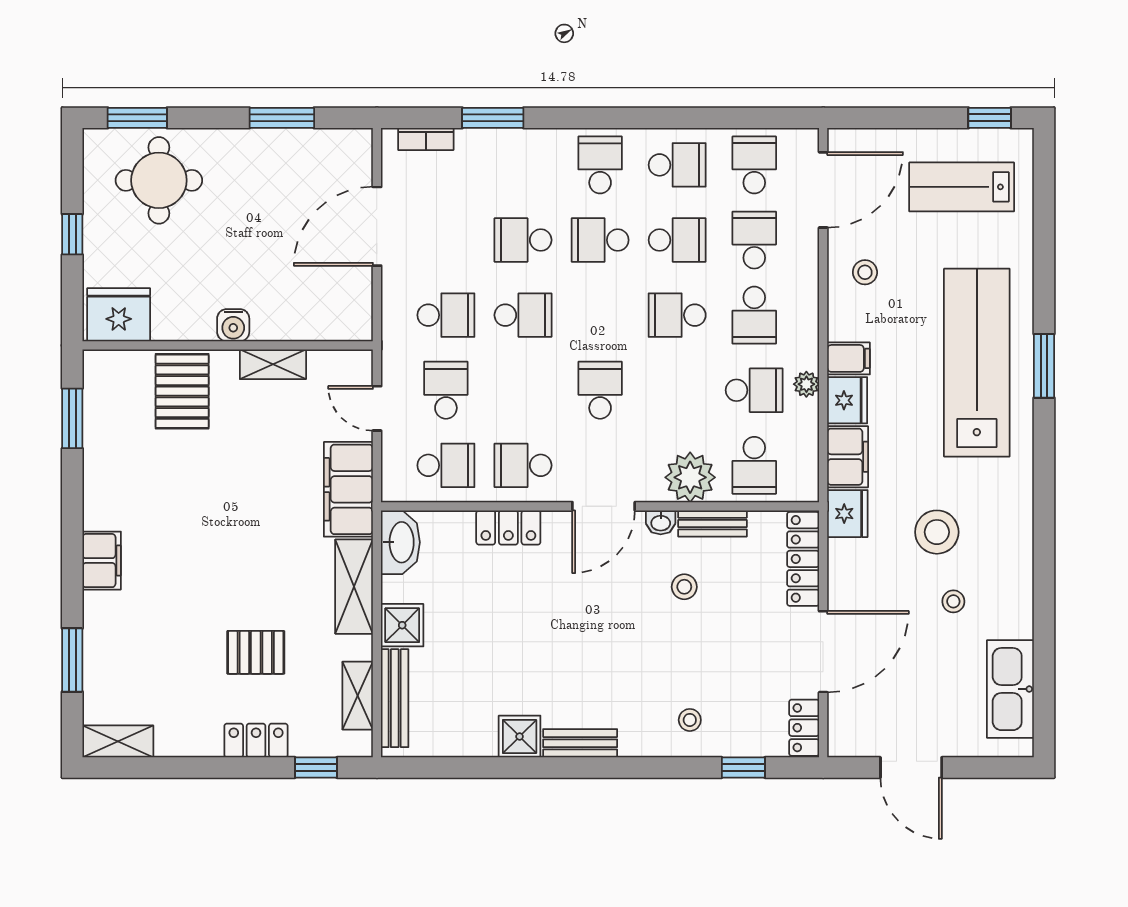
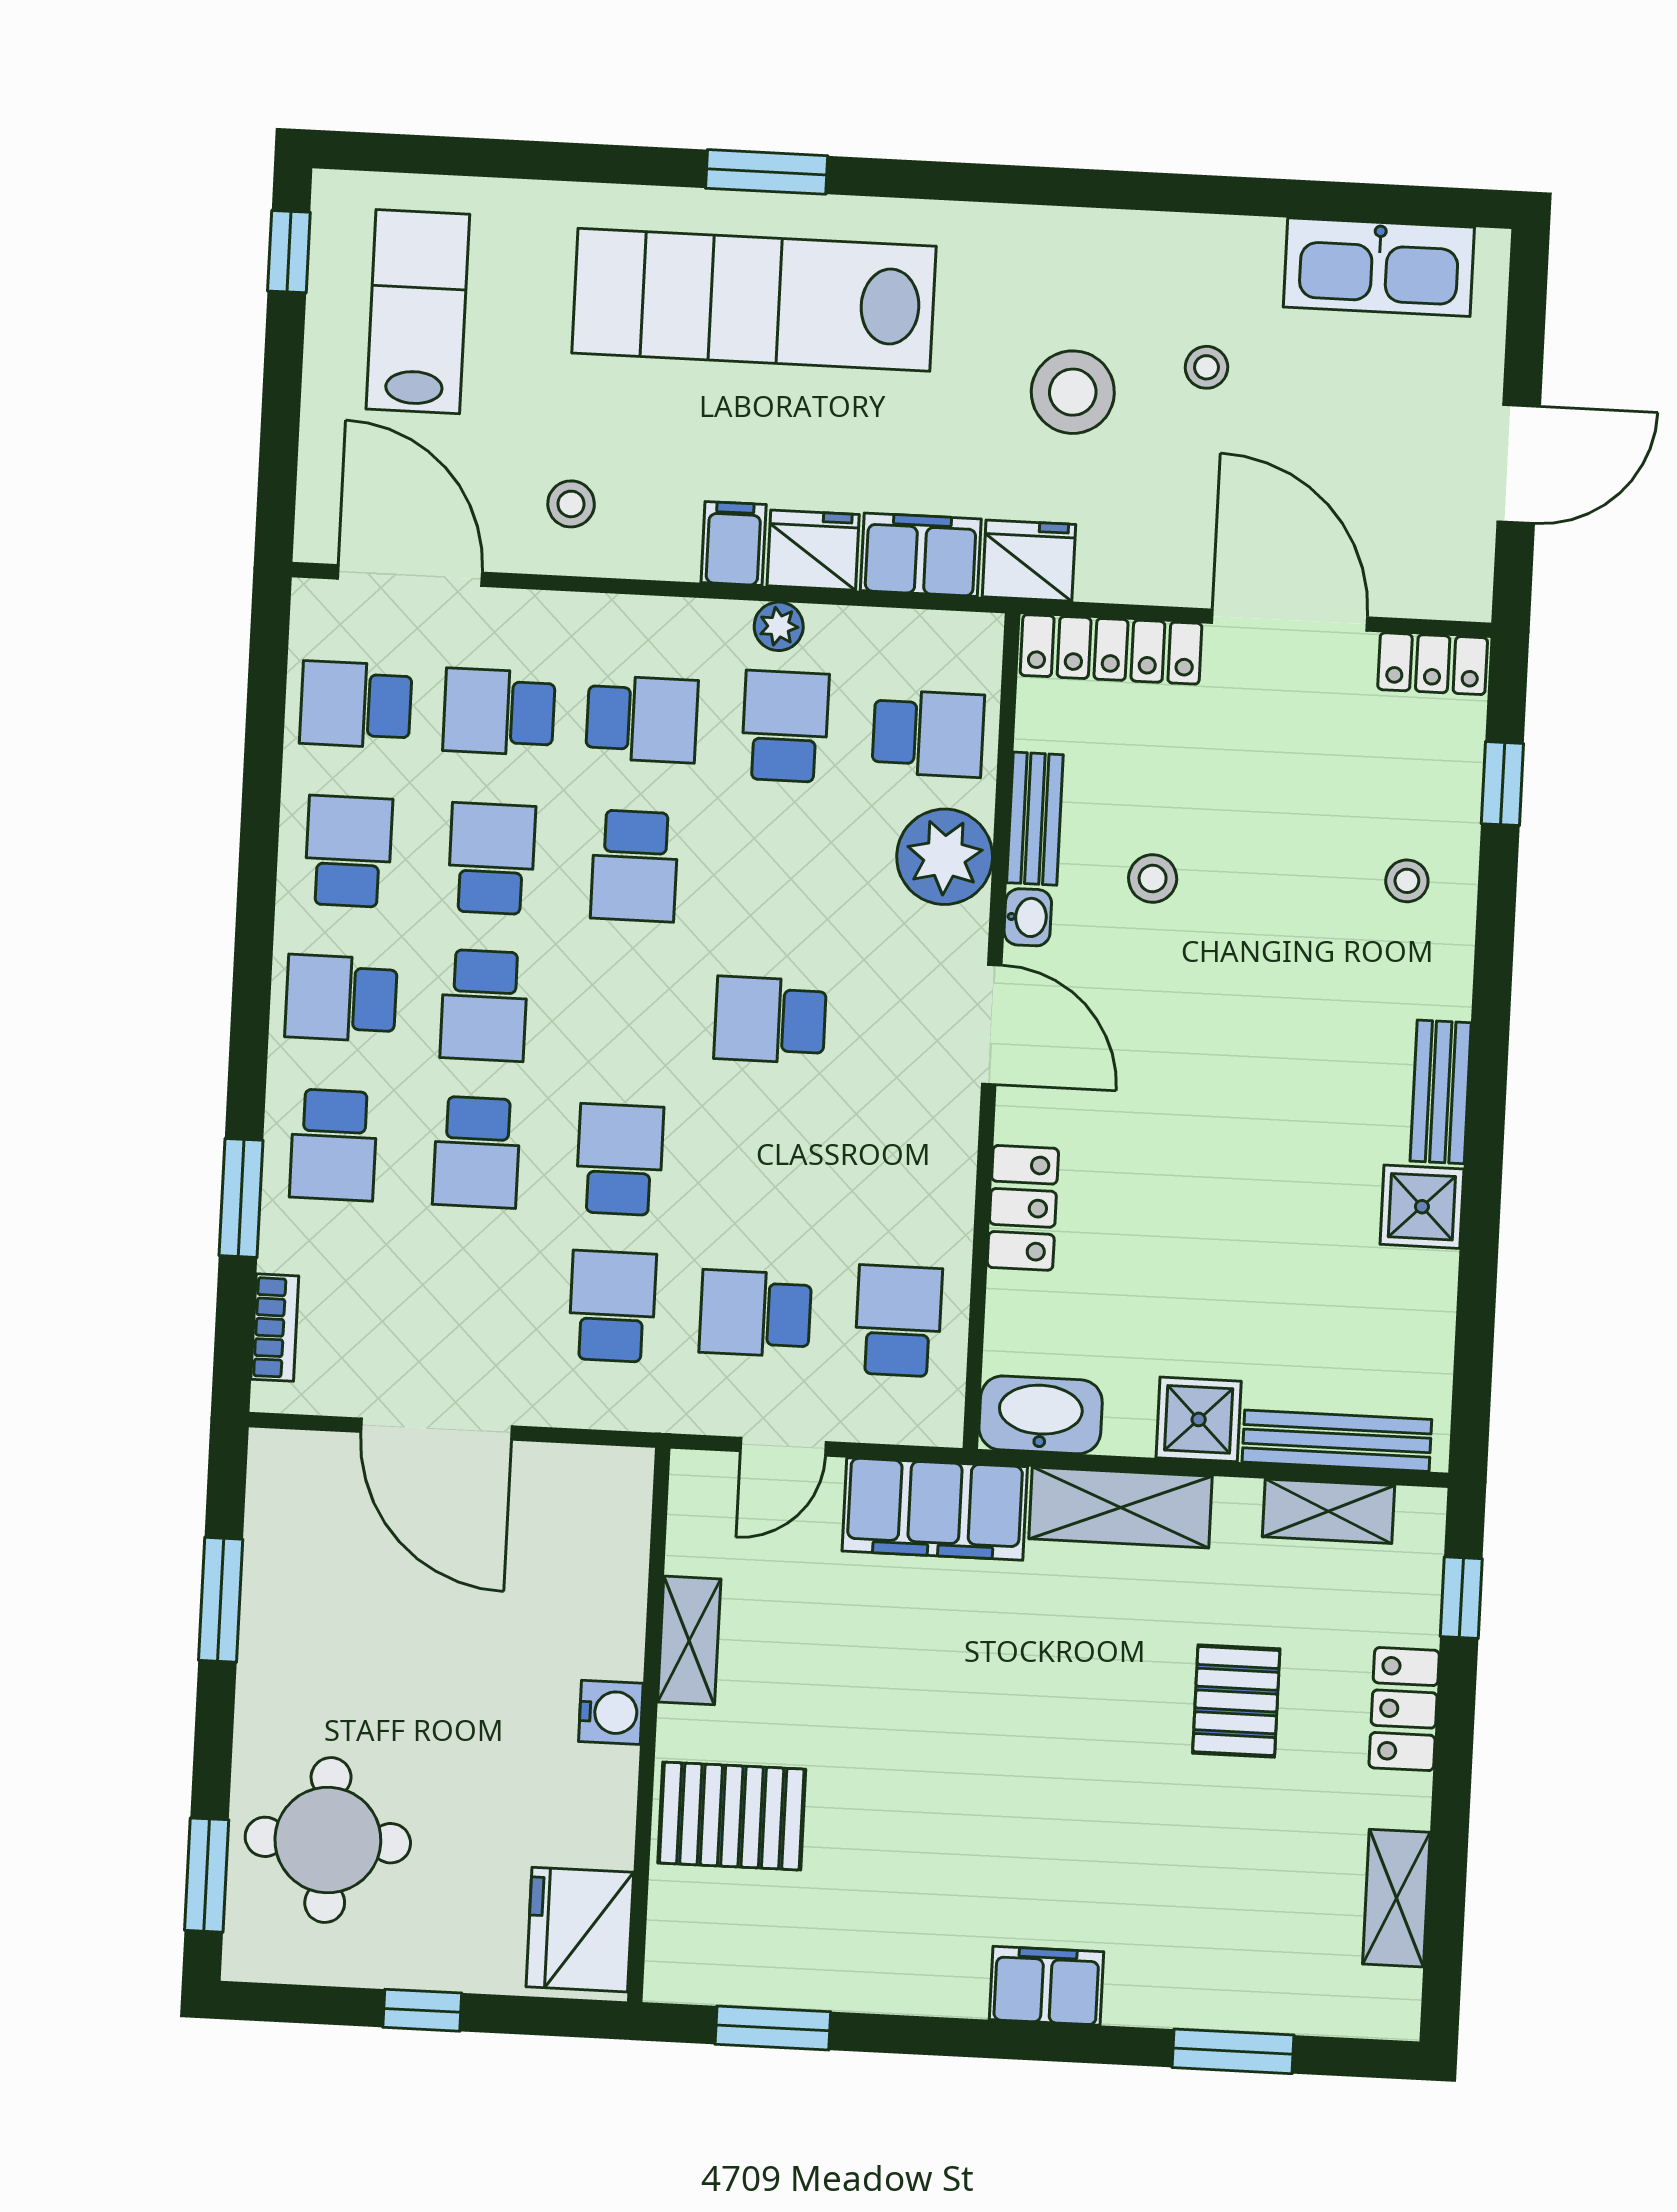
lab bench: (962, 187) -> (418, 312), turned 180
school desk: (523, 465) -> (334, 1145), moved
shelving: (118, 741) -> (1396, 1898), moved

